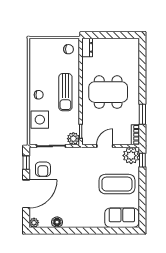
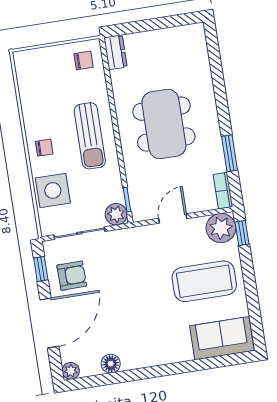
dining table: (108, 92) -> (164, 124), turned 90
armchair: (43, 169) -> (72, 276), turned -91

